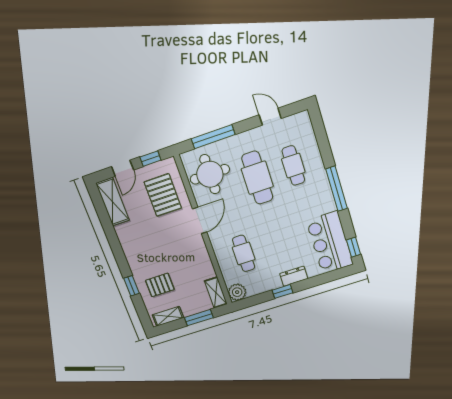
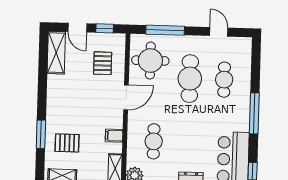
door: (123, 168) -> (77, 28), hinge flipped
pallet: (163, 195) -> (103, 63), width x0.67, depth x0.71
filing cabinet: (203, 262) -> (114, 136), added
window: (132, 286) -> (41, 134), width x1.50

